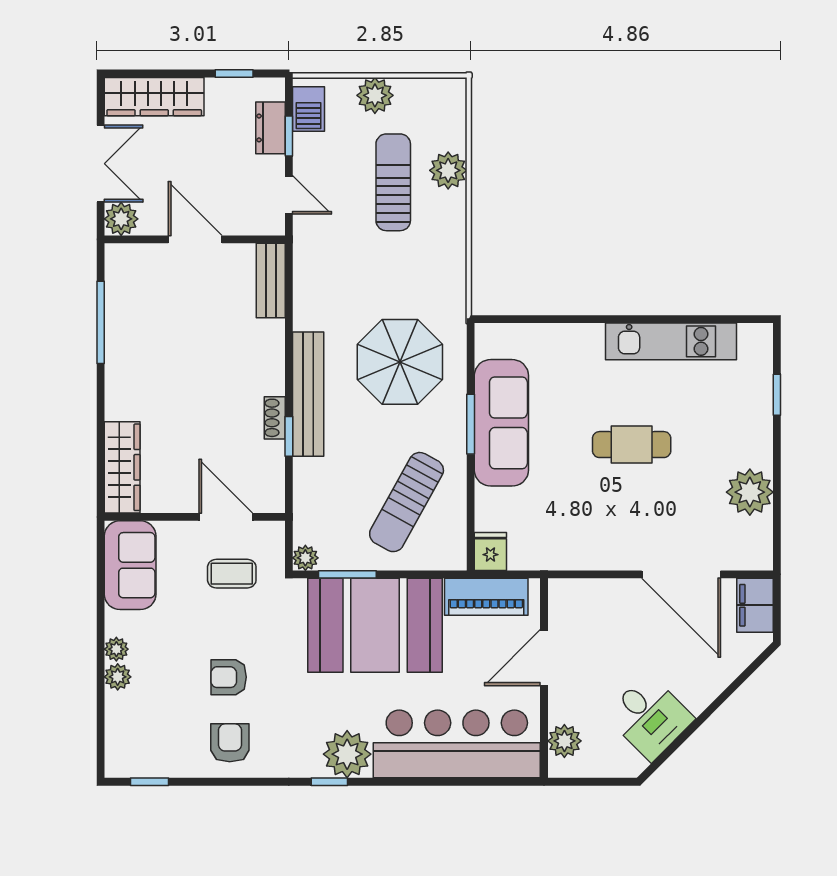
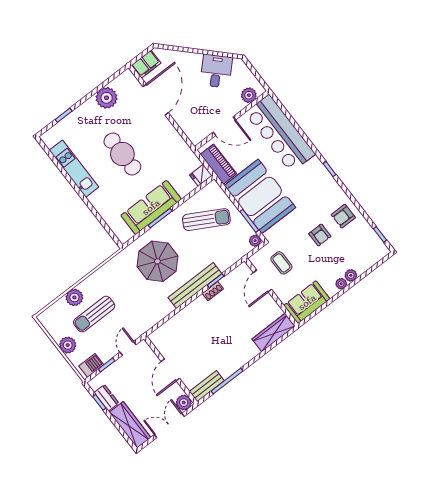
dresser: (270, 128) -> (106, 398), moved, turned -90
bench: (271, 281) -> (207, 386), moved
cafe table: (632, 445) -> (122, 154), width x1.37, depth x1.35
plant: (347, 754) -> (315, 170), removed

